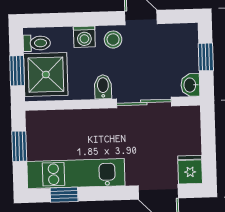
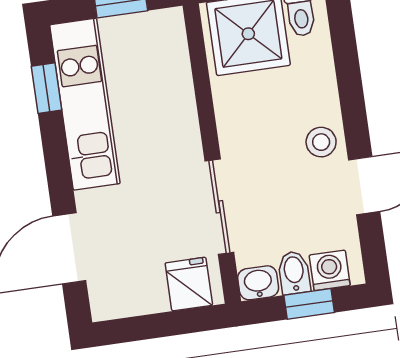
washing machine: (84, 37) -> (330, 270), moved, turned 90
bidet: (103, 87) -> (294, 273), moved, turned -90
fridge: (190, 170) -> (189, 284), moved, turned -90

